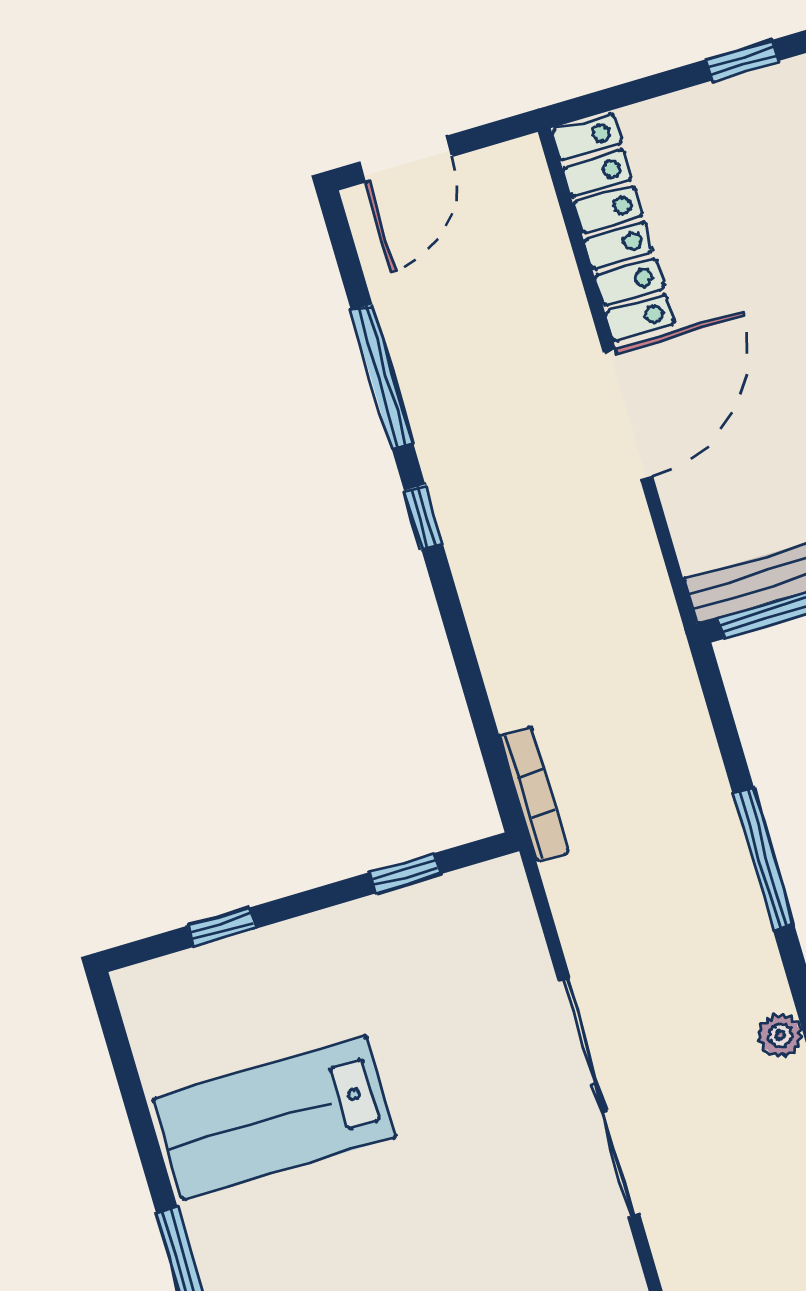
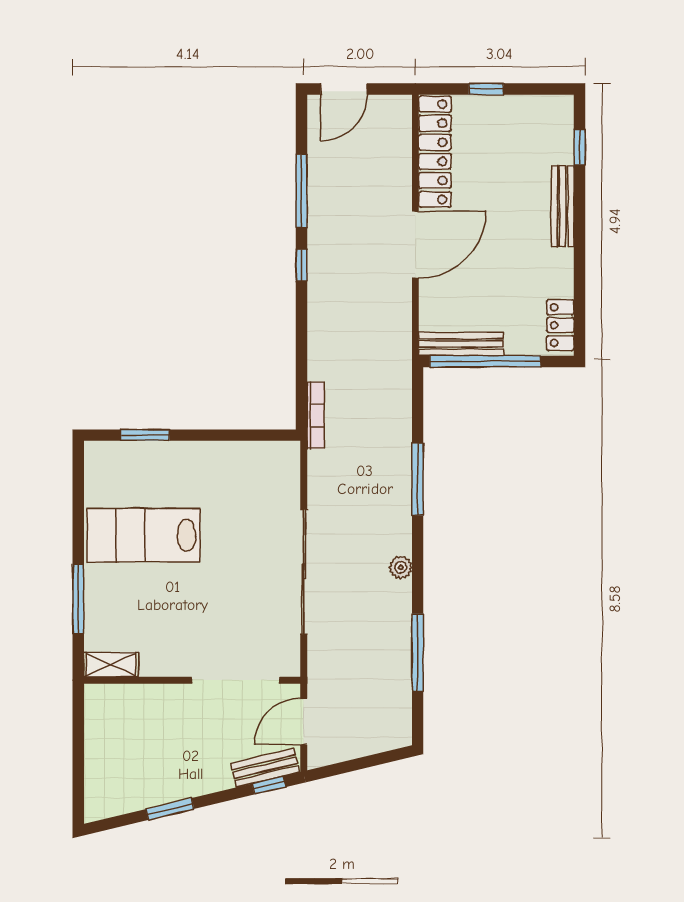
window: (742, 60) -> (486, 89), moved
window: (405, 873) -> (242, 435), removed
window: (221, 927) -> (145, 435), width x1.50

